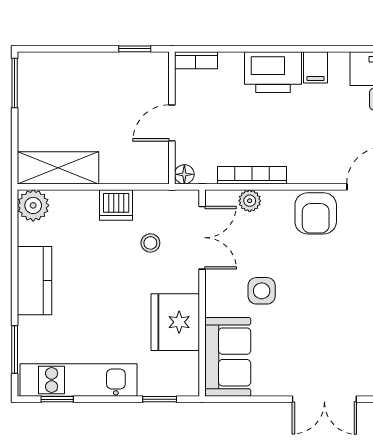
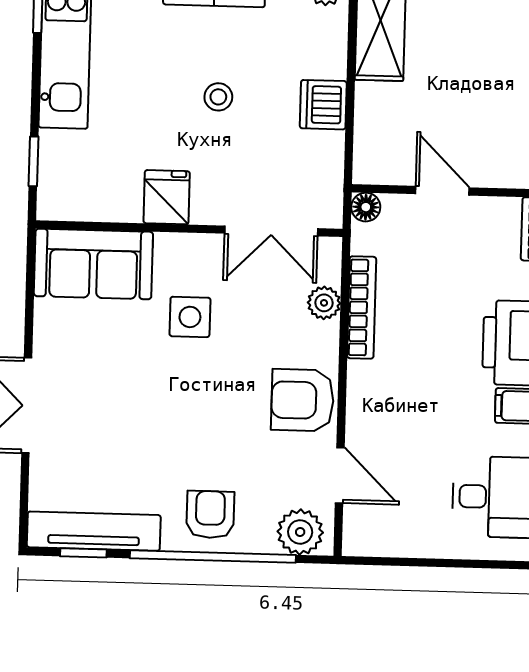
stool: (150, 243) -> (218, 97), moved
fridge: (175, 322) -> (167, 197), width x0.53, depth x0.75

